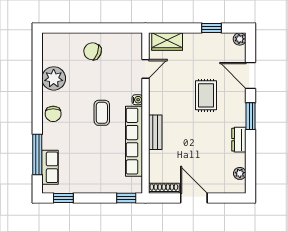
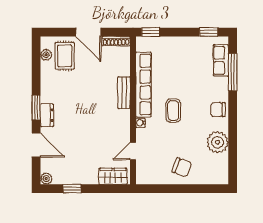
rug: (206, 95) -> (65, 56), moved
chair: (53, 114) -> (218, 110), turned -90
dresser: (239, 140) -> (47, 115), moved

